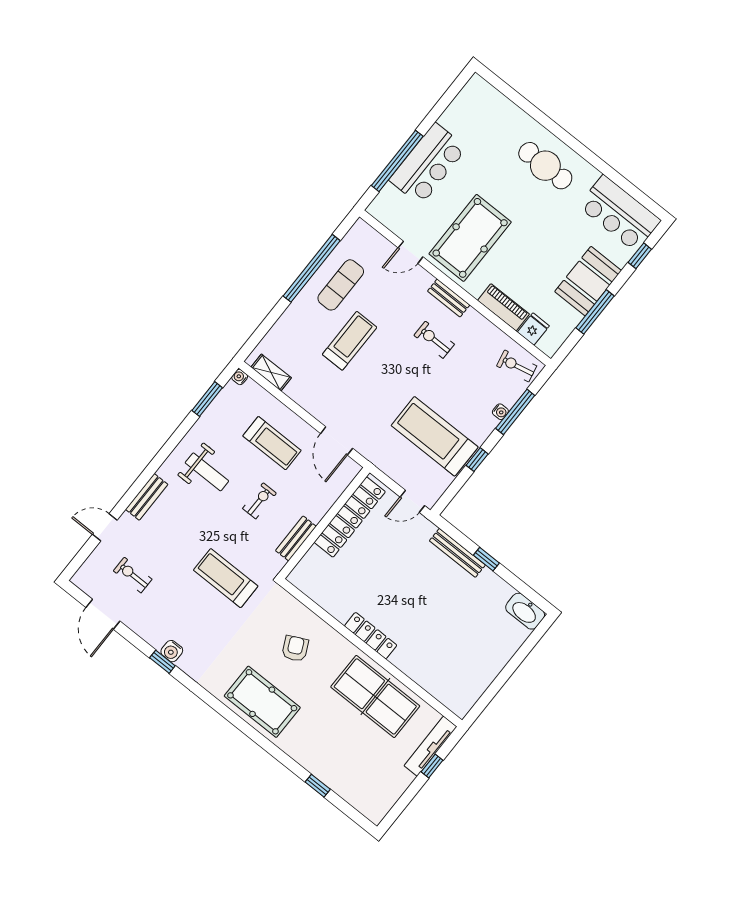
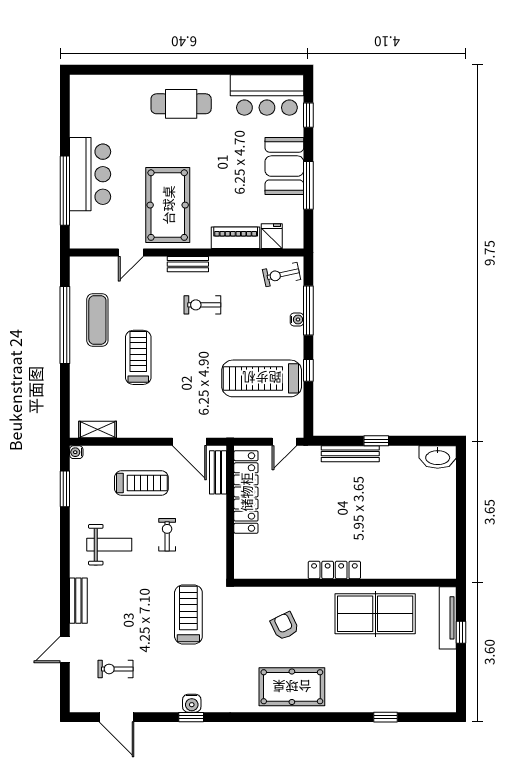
bench: (296, 538) -> (218, 472), moved
treadmill: (226, 578) -> (188, 614), turned 90

